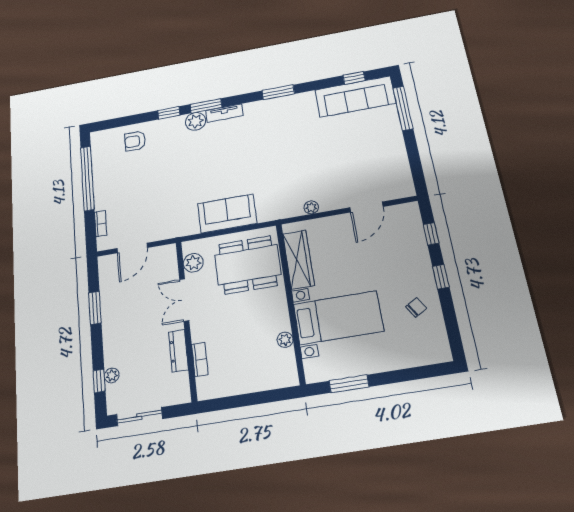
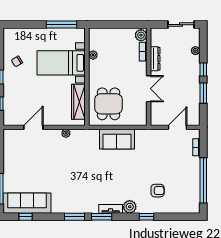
window: (206, 106) -> (102, 217), moved
armchair: (135, 141) -> (158, 191), moved
plant: (193, 263) -> (141, 35), moved
dining table: (248, 265) -> (108, 104), width x0.73
window: (99, 381) -> (203, 69), moved
window: (349, 384) -> (61, 25), width x1.44

